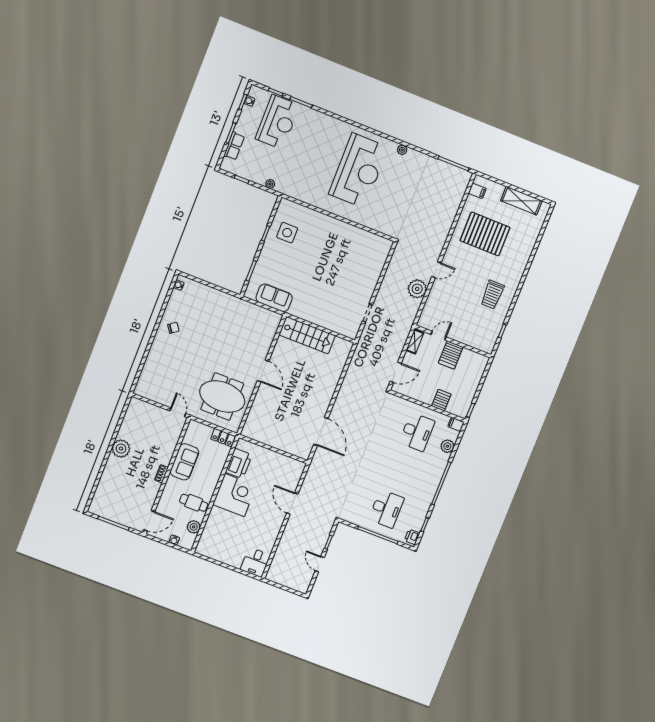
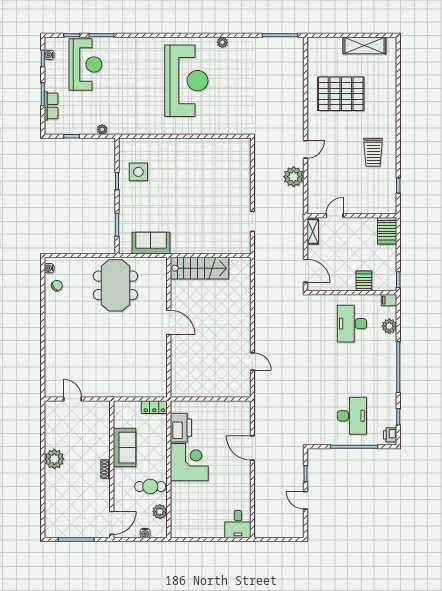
filing cabinet: (477, 191) -> (315, 53), removed
chair: (173, 328) -> (57, 286), moved
server rack: (451, 355) -> (387, 231), moved
door: (396, 372) -> (305, 271), hinge flipped
meeting table: (222, 397) -> (115, 285), moved, turned 90
door: (178, 412) -> (73, 399), moved
door: (321, 431) -> (252, 362), width x0.53
desk: (417, 432) -> (352, 324), turned 180

